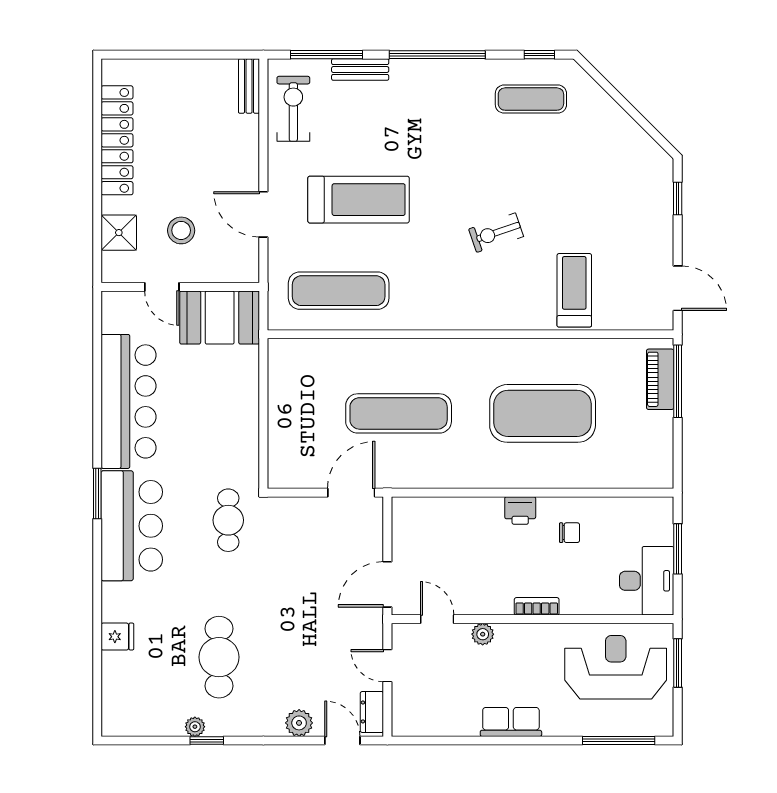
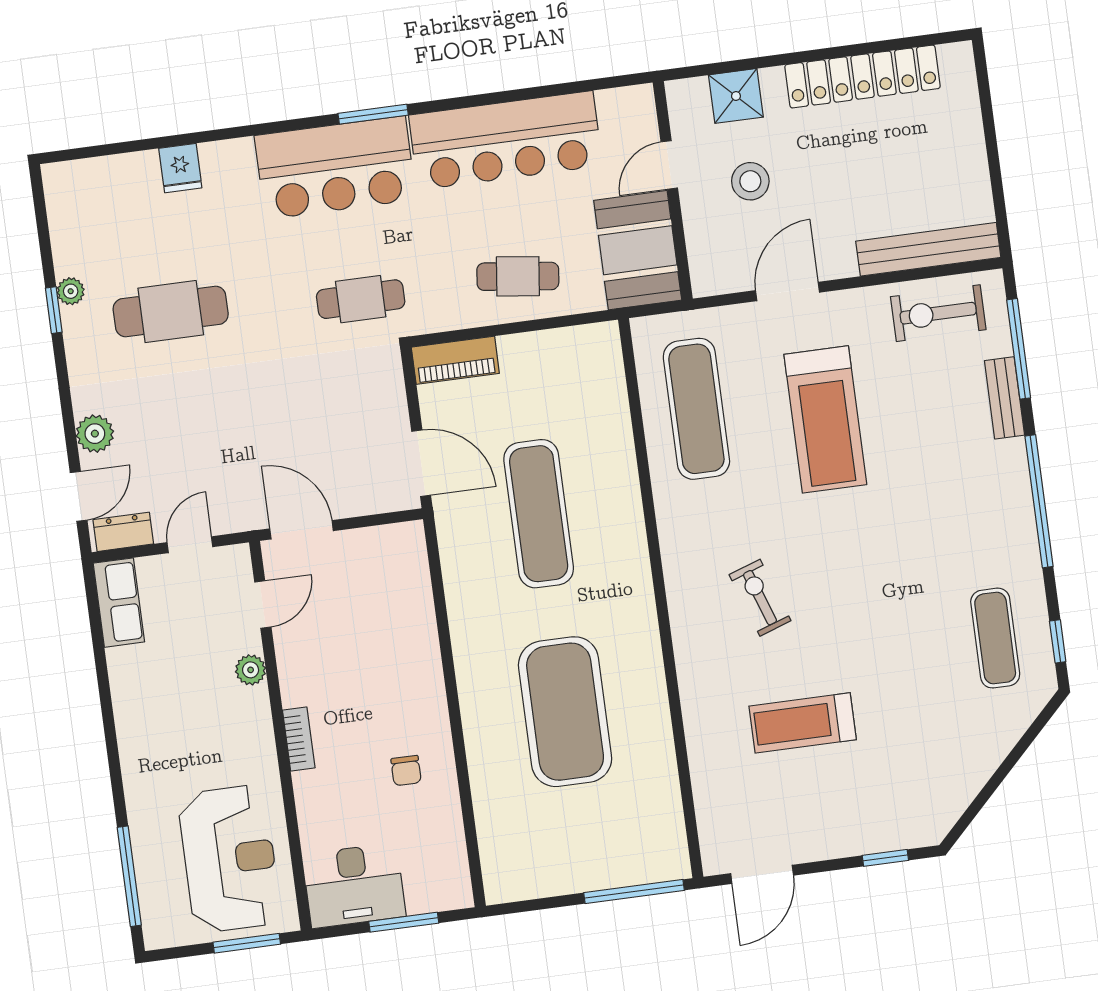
bench: (249, 86) -> (928, 249), width x1.86, depth x1.21
exercise bike: (293, 109) -> (938, 313), turned 180
exercise bike: (496, 233) -> (760, 598), moved
treadmill: (574, 290) -> (803, 723), moved, turned 180
piano: (660, 379) -> (455, 360), moved, turned 180
cafe table: (227, 406) -> (518, 276), added
printer: (520, 510) -> (428, 699), removed
row of seats: (511, 722) -> (119, 603), moved

